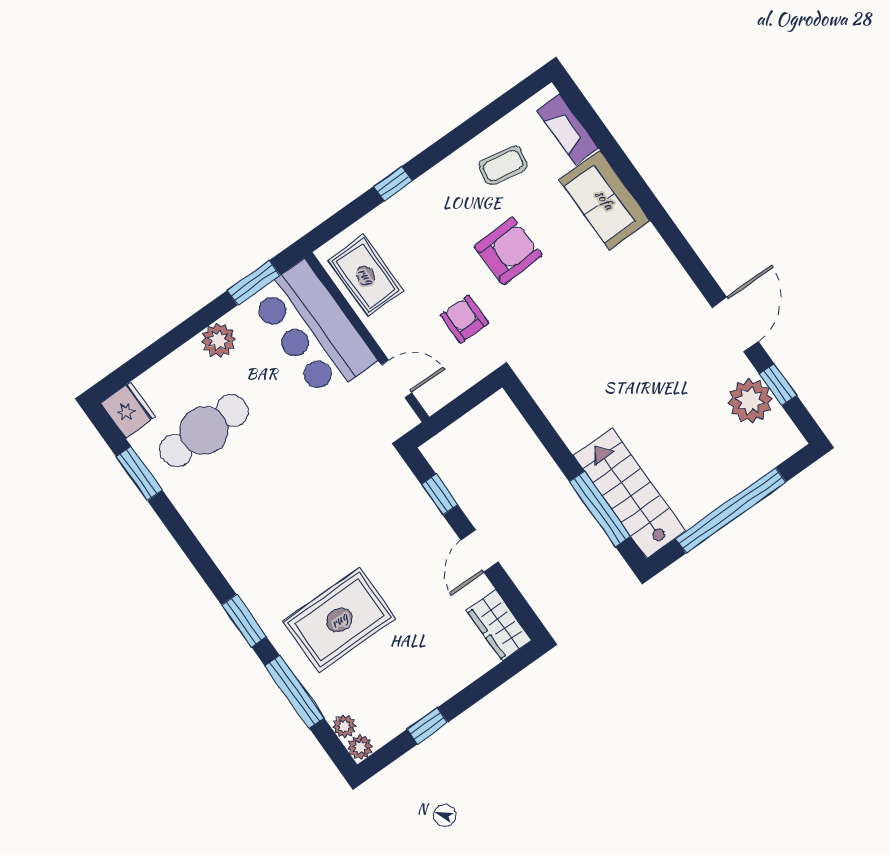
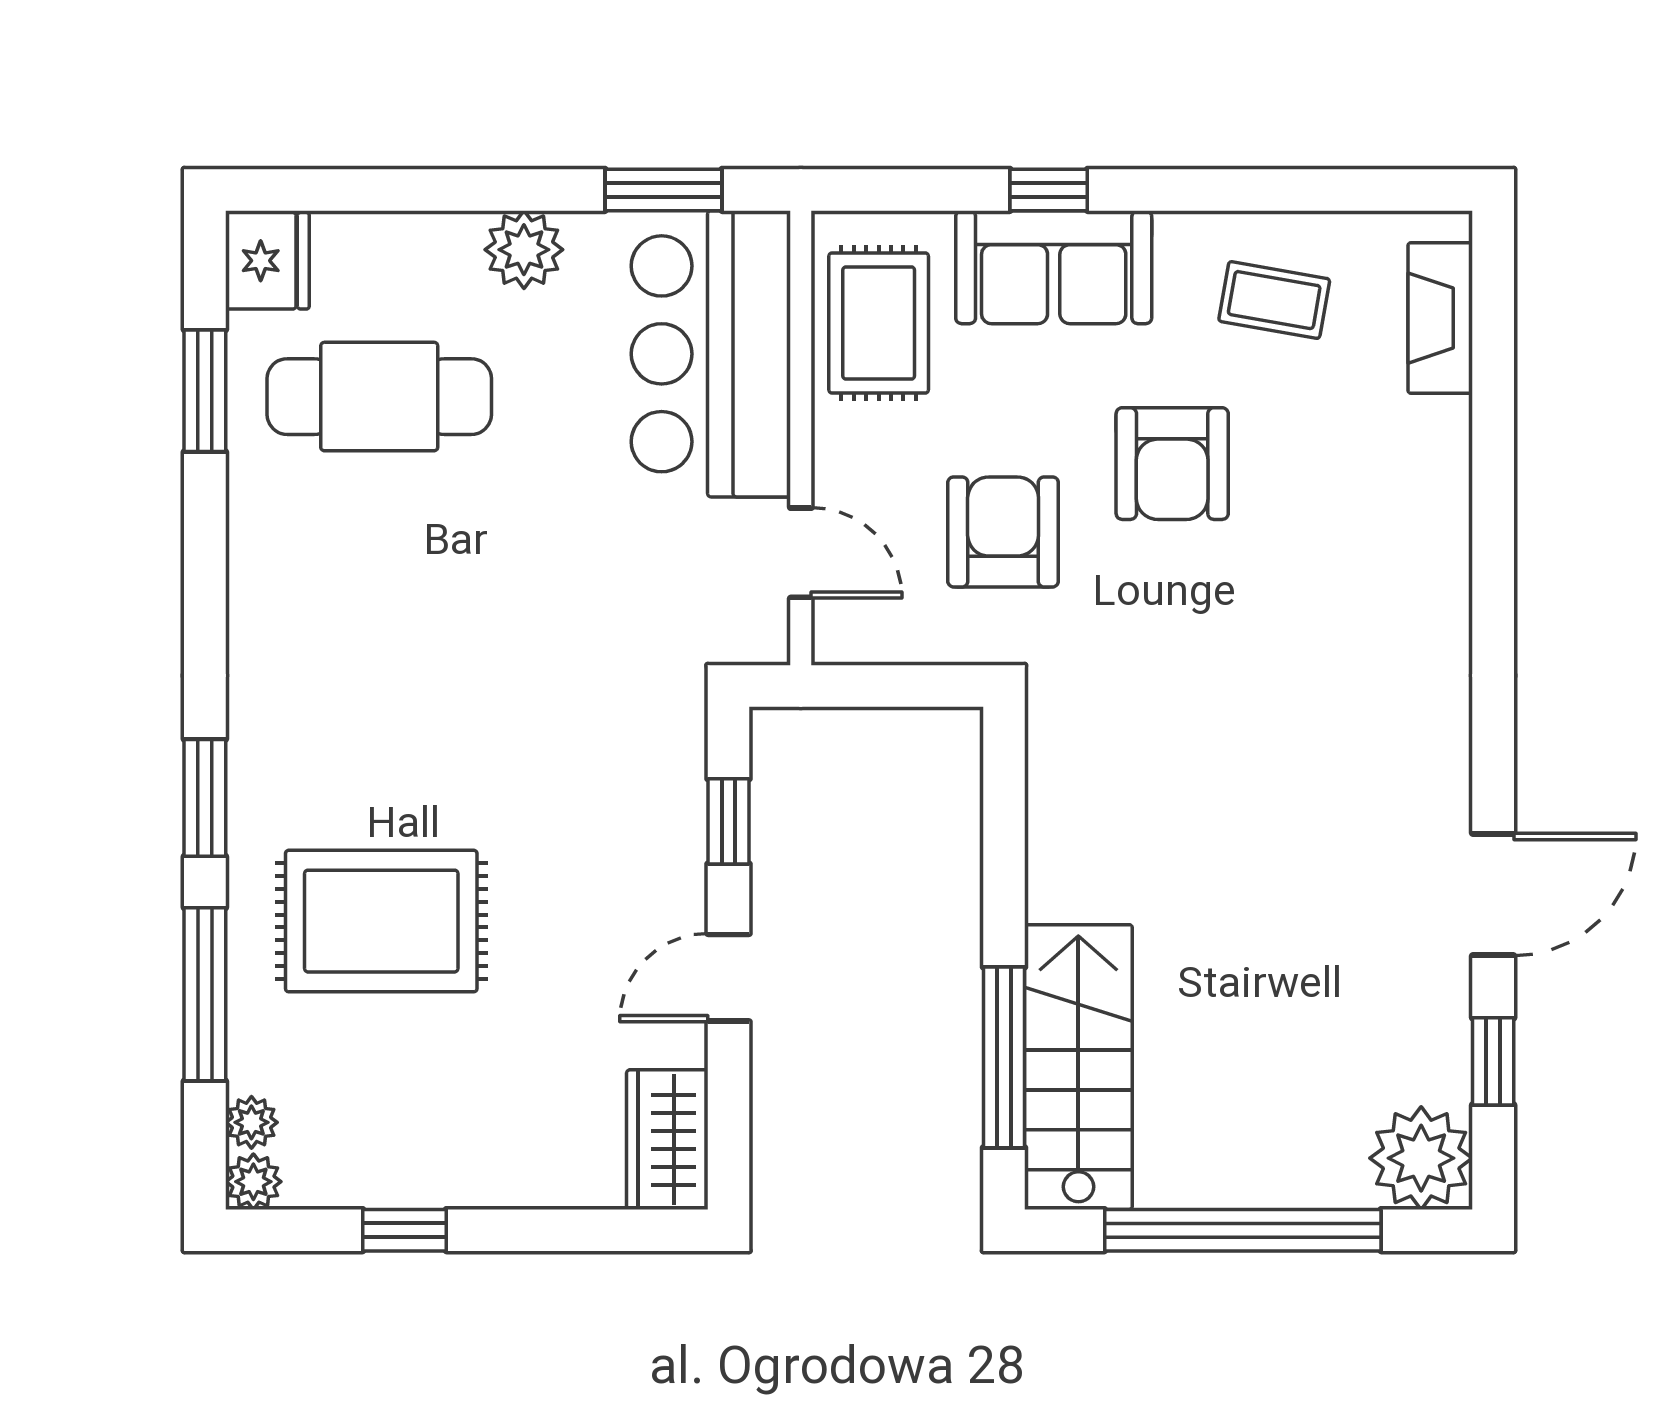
sofa: (605, 200) -> (1054, 267), moved, turned -90
armchair: (508, 251) -> (1172, 464), turned 92
armchair: (464, 319) -> (1003, 532), width x1.38, depth x1.38
plant: (750, 401) -> (1421, 1158), moved

